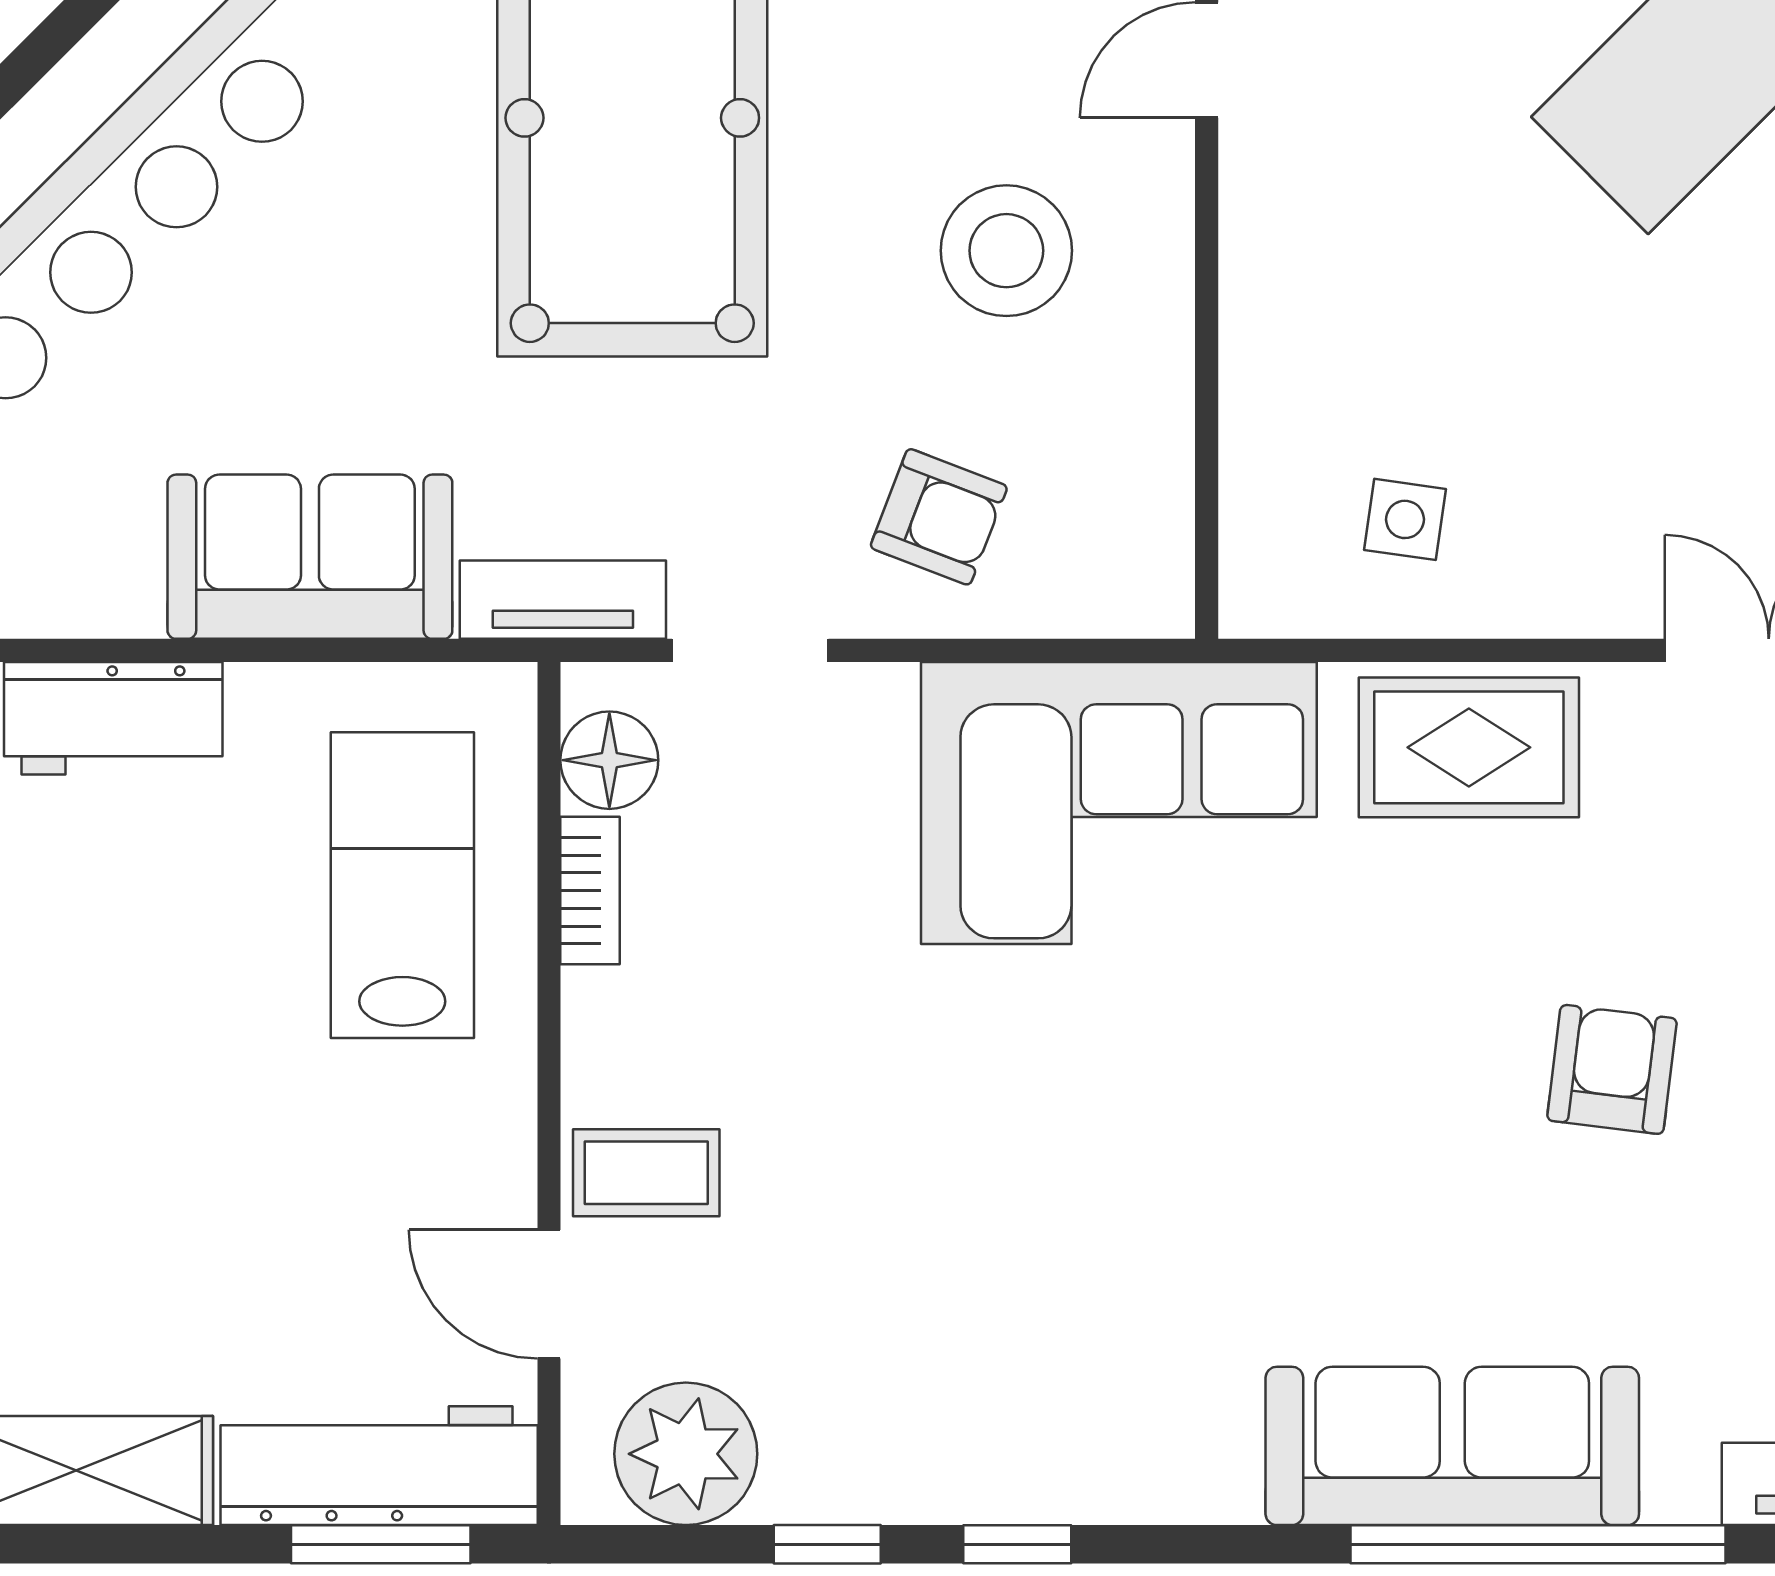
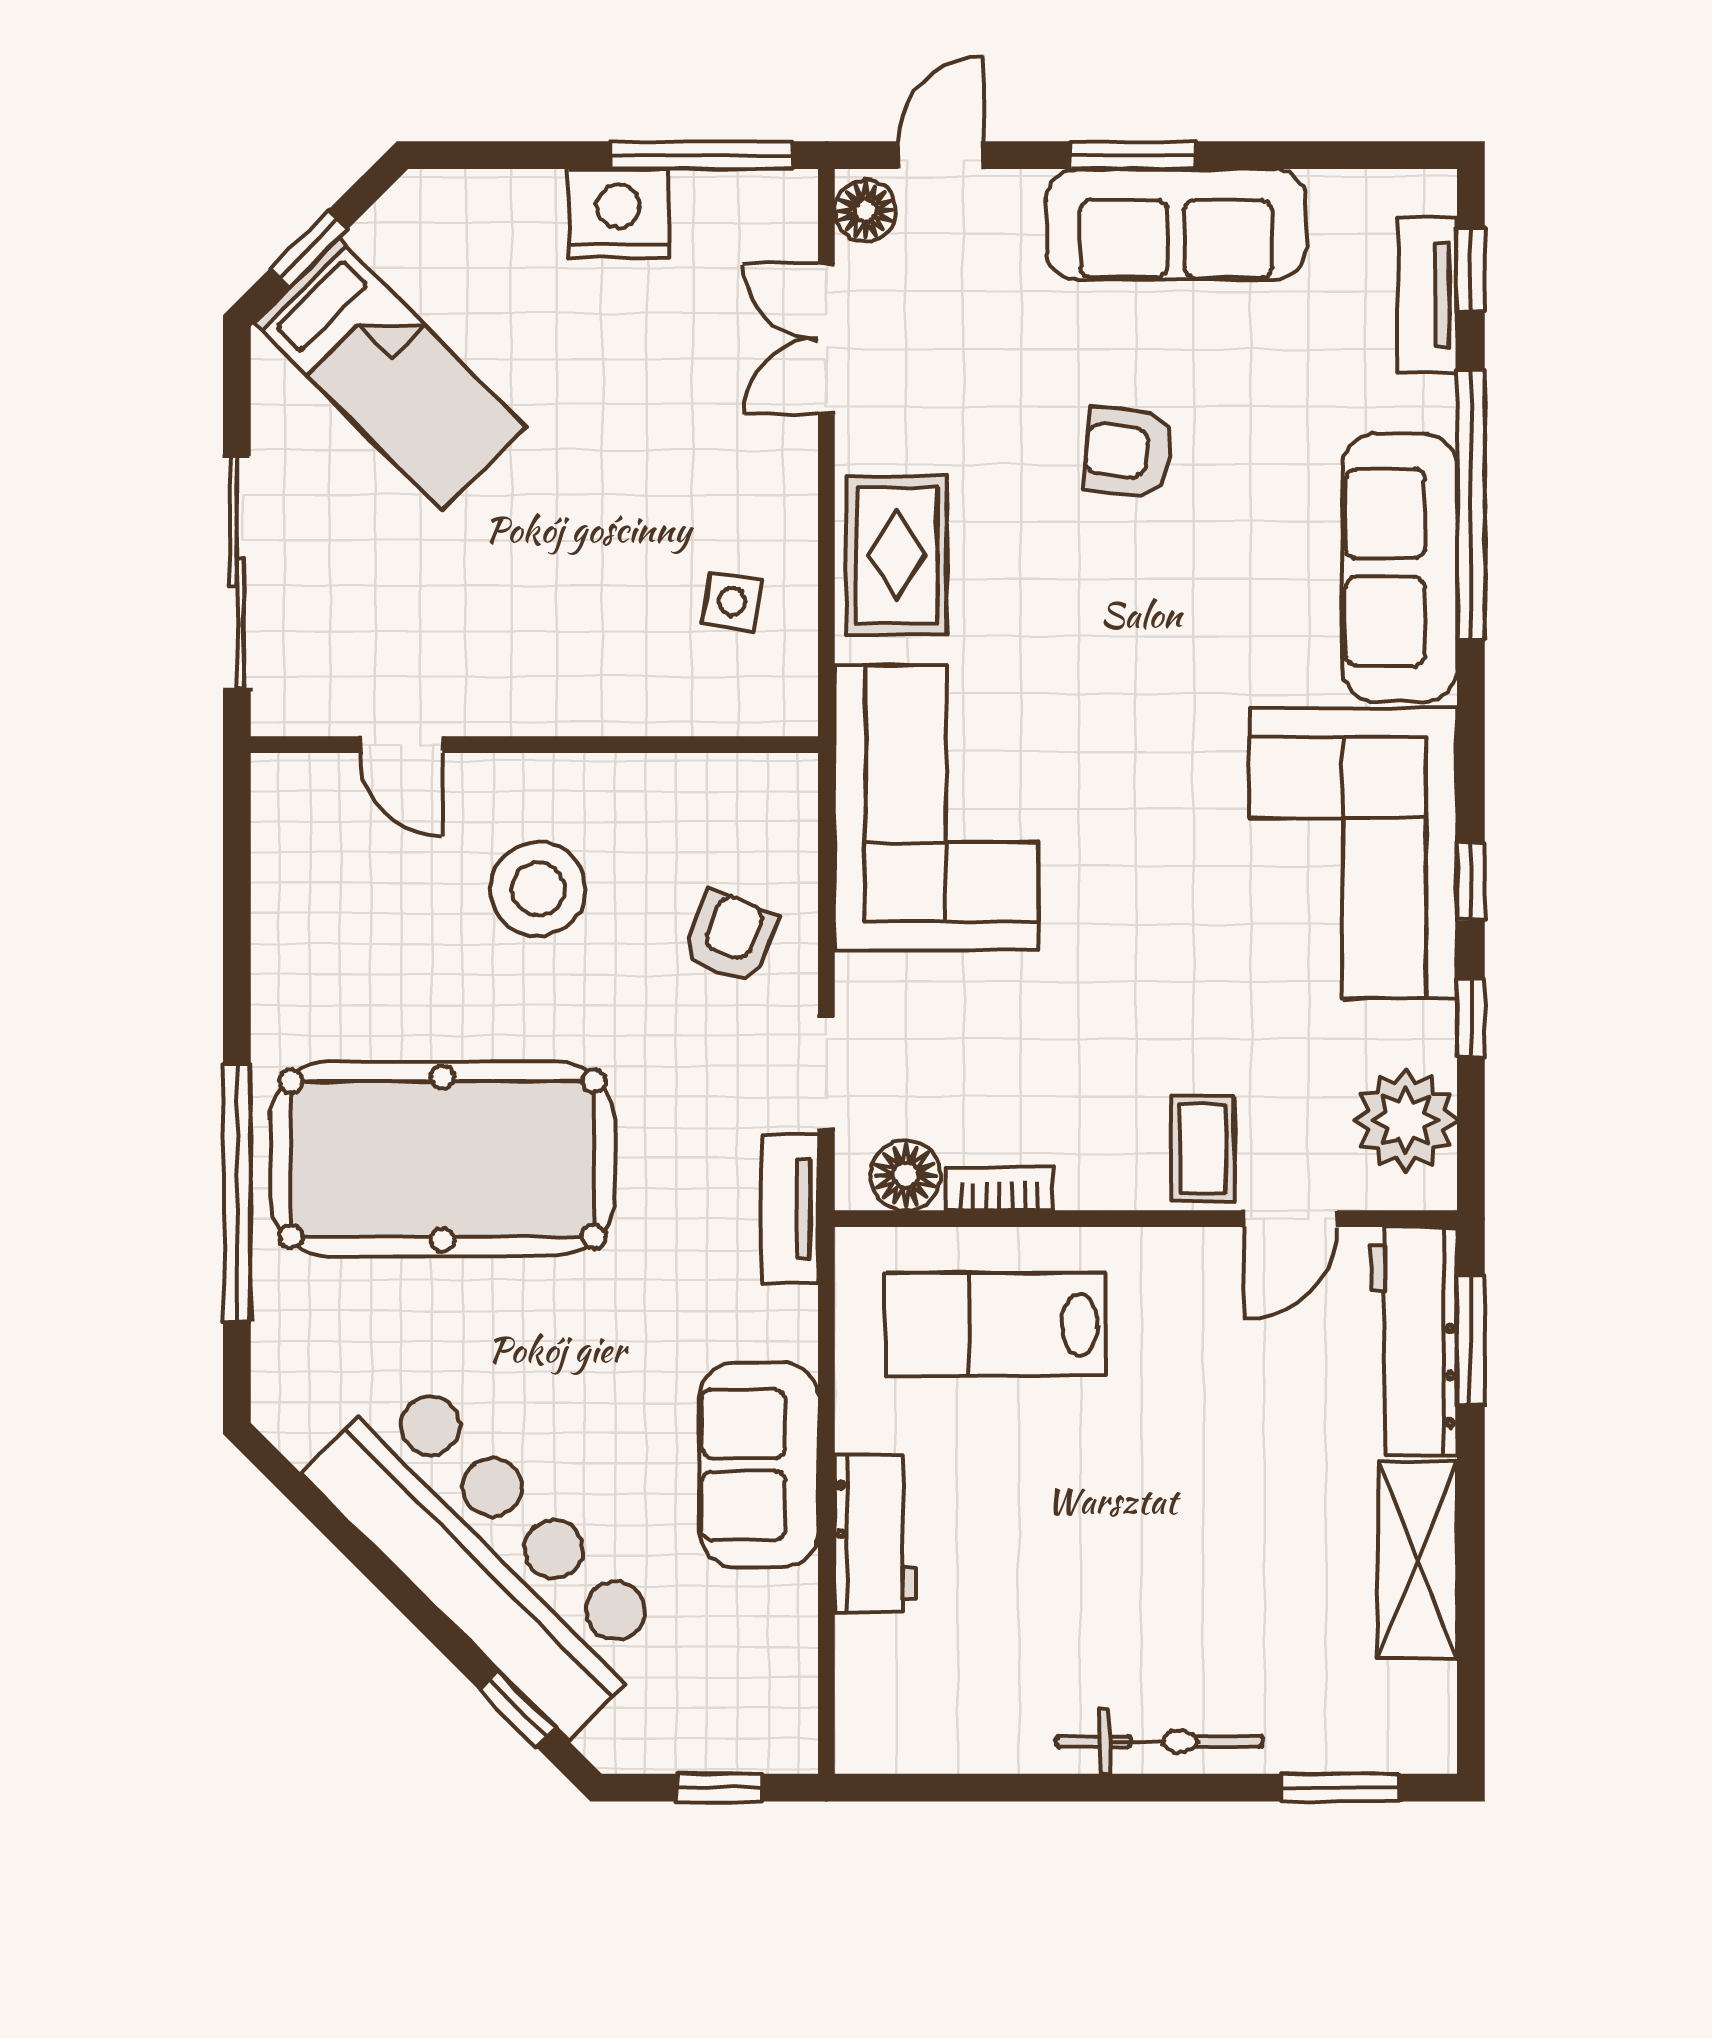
sofa: (310, 557) -> (759, 1465), moved
corner sofa: (1056, 1381) -> (1353, 853), added

